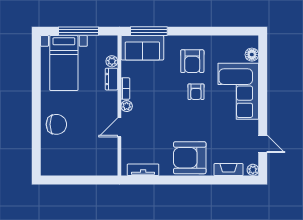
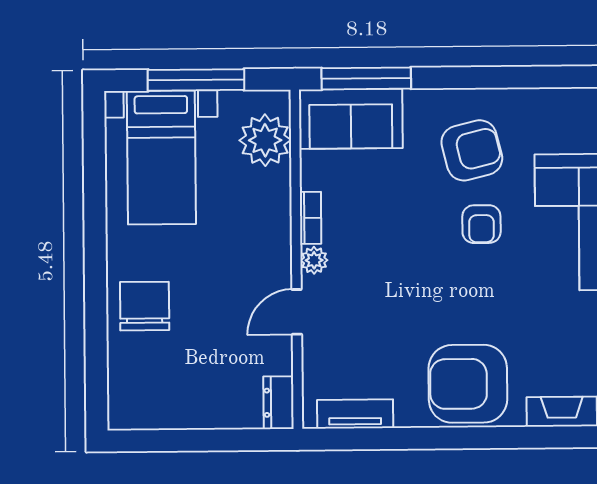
plant: (112, 61) -> (265, 140), width x1.88, depth x1.88
armchair: (192, 61) -> (472, 150), turned -104
dresser: (111, 79) -> (279, 403), moved
chair: (56, 124) -> (145, 306), turned -90

